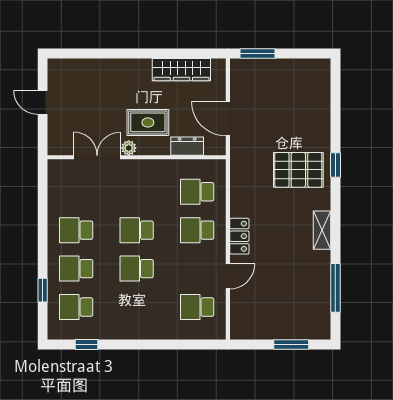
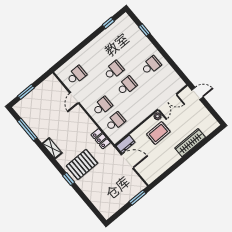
wardrobe: (181, 70) -> (190, 143), moved
door: (43, 102) -> (197, 93), moved
dresser: (187, 146) -> (126, 144), moved
locker: (239, 236) -> (101, 139), moved
school desk: (76, 269) -> (138, 50), removed
school desk: (76, 307) -> (125, 35), removed

